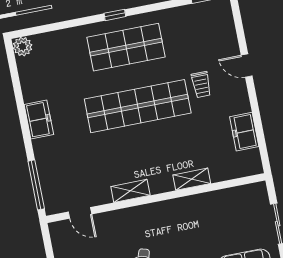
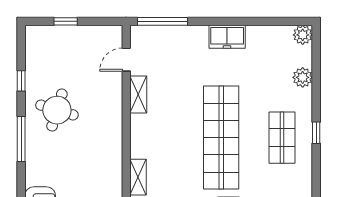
plant: (64, 39) -> (303, 77), added
shop shelf: (126, 47) -> (282, 138), width x0.70, depth x0.74
shelving: (130, 191) -> (138, 94), moved

